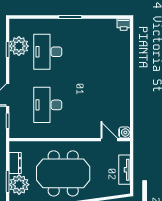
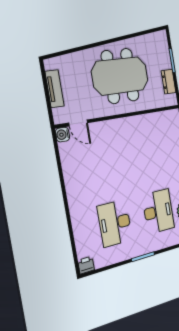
desk: (48, 105) -> (115, 223), moved, turned 180
plant: (19, 185) -> (161, 58), removed

